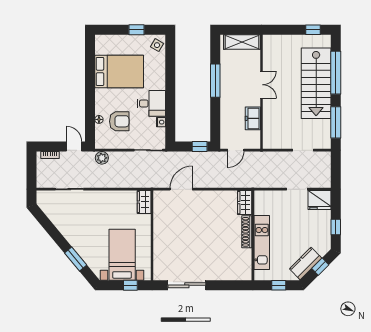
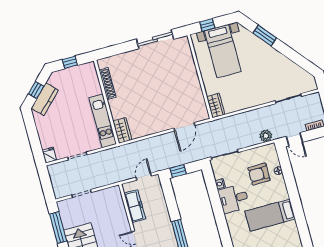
bed: (119, 71) -> (270, 215), width x0.67
freezer: (253, 118) -> (135, 206), width x1.40
fridge: (319, 200) -> (49, 155), width x0.53, depth x0.75
window: (336, 227) -> (32, 131), removed
shoe rack: (247, 232) -> (107, 84), moved
kitchen unit: (262, 242) -> (103, 121), moved
kitchen counter: (306, 263) -> (45, 99), moved

